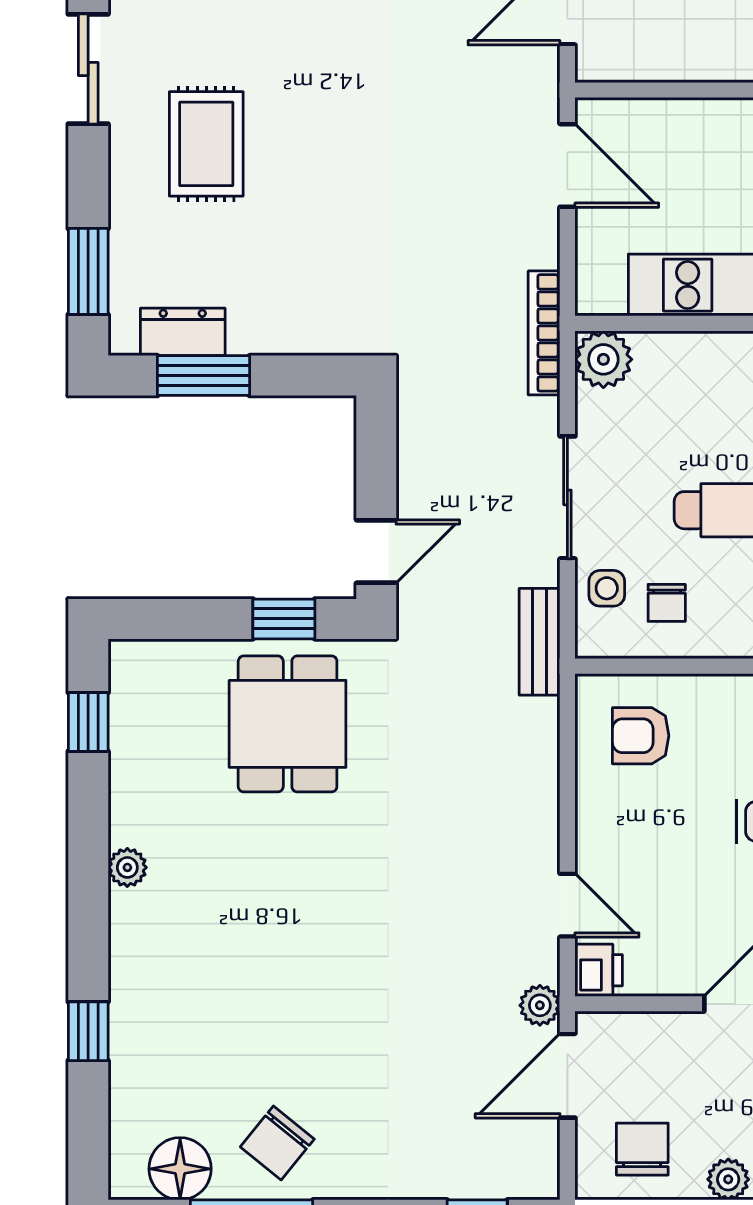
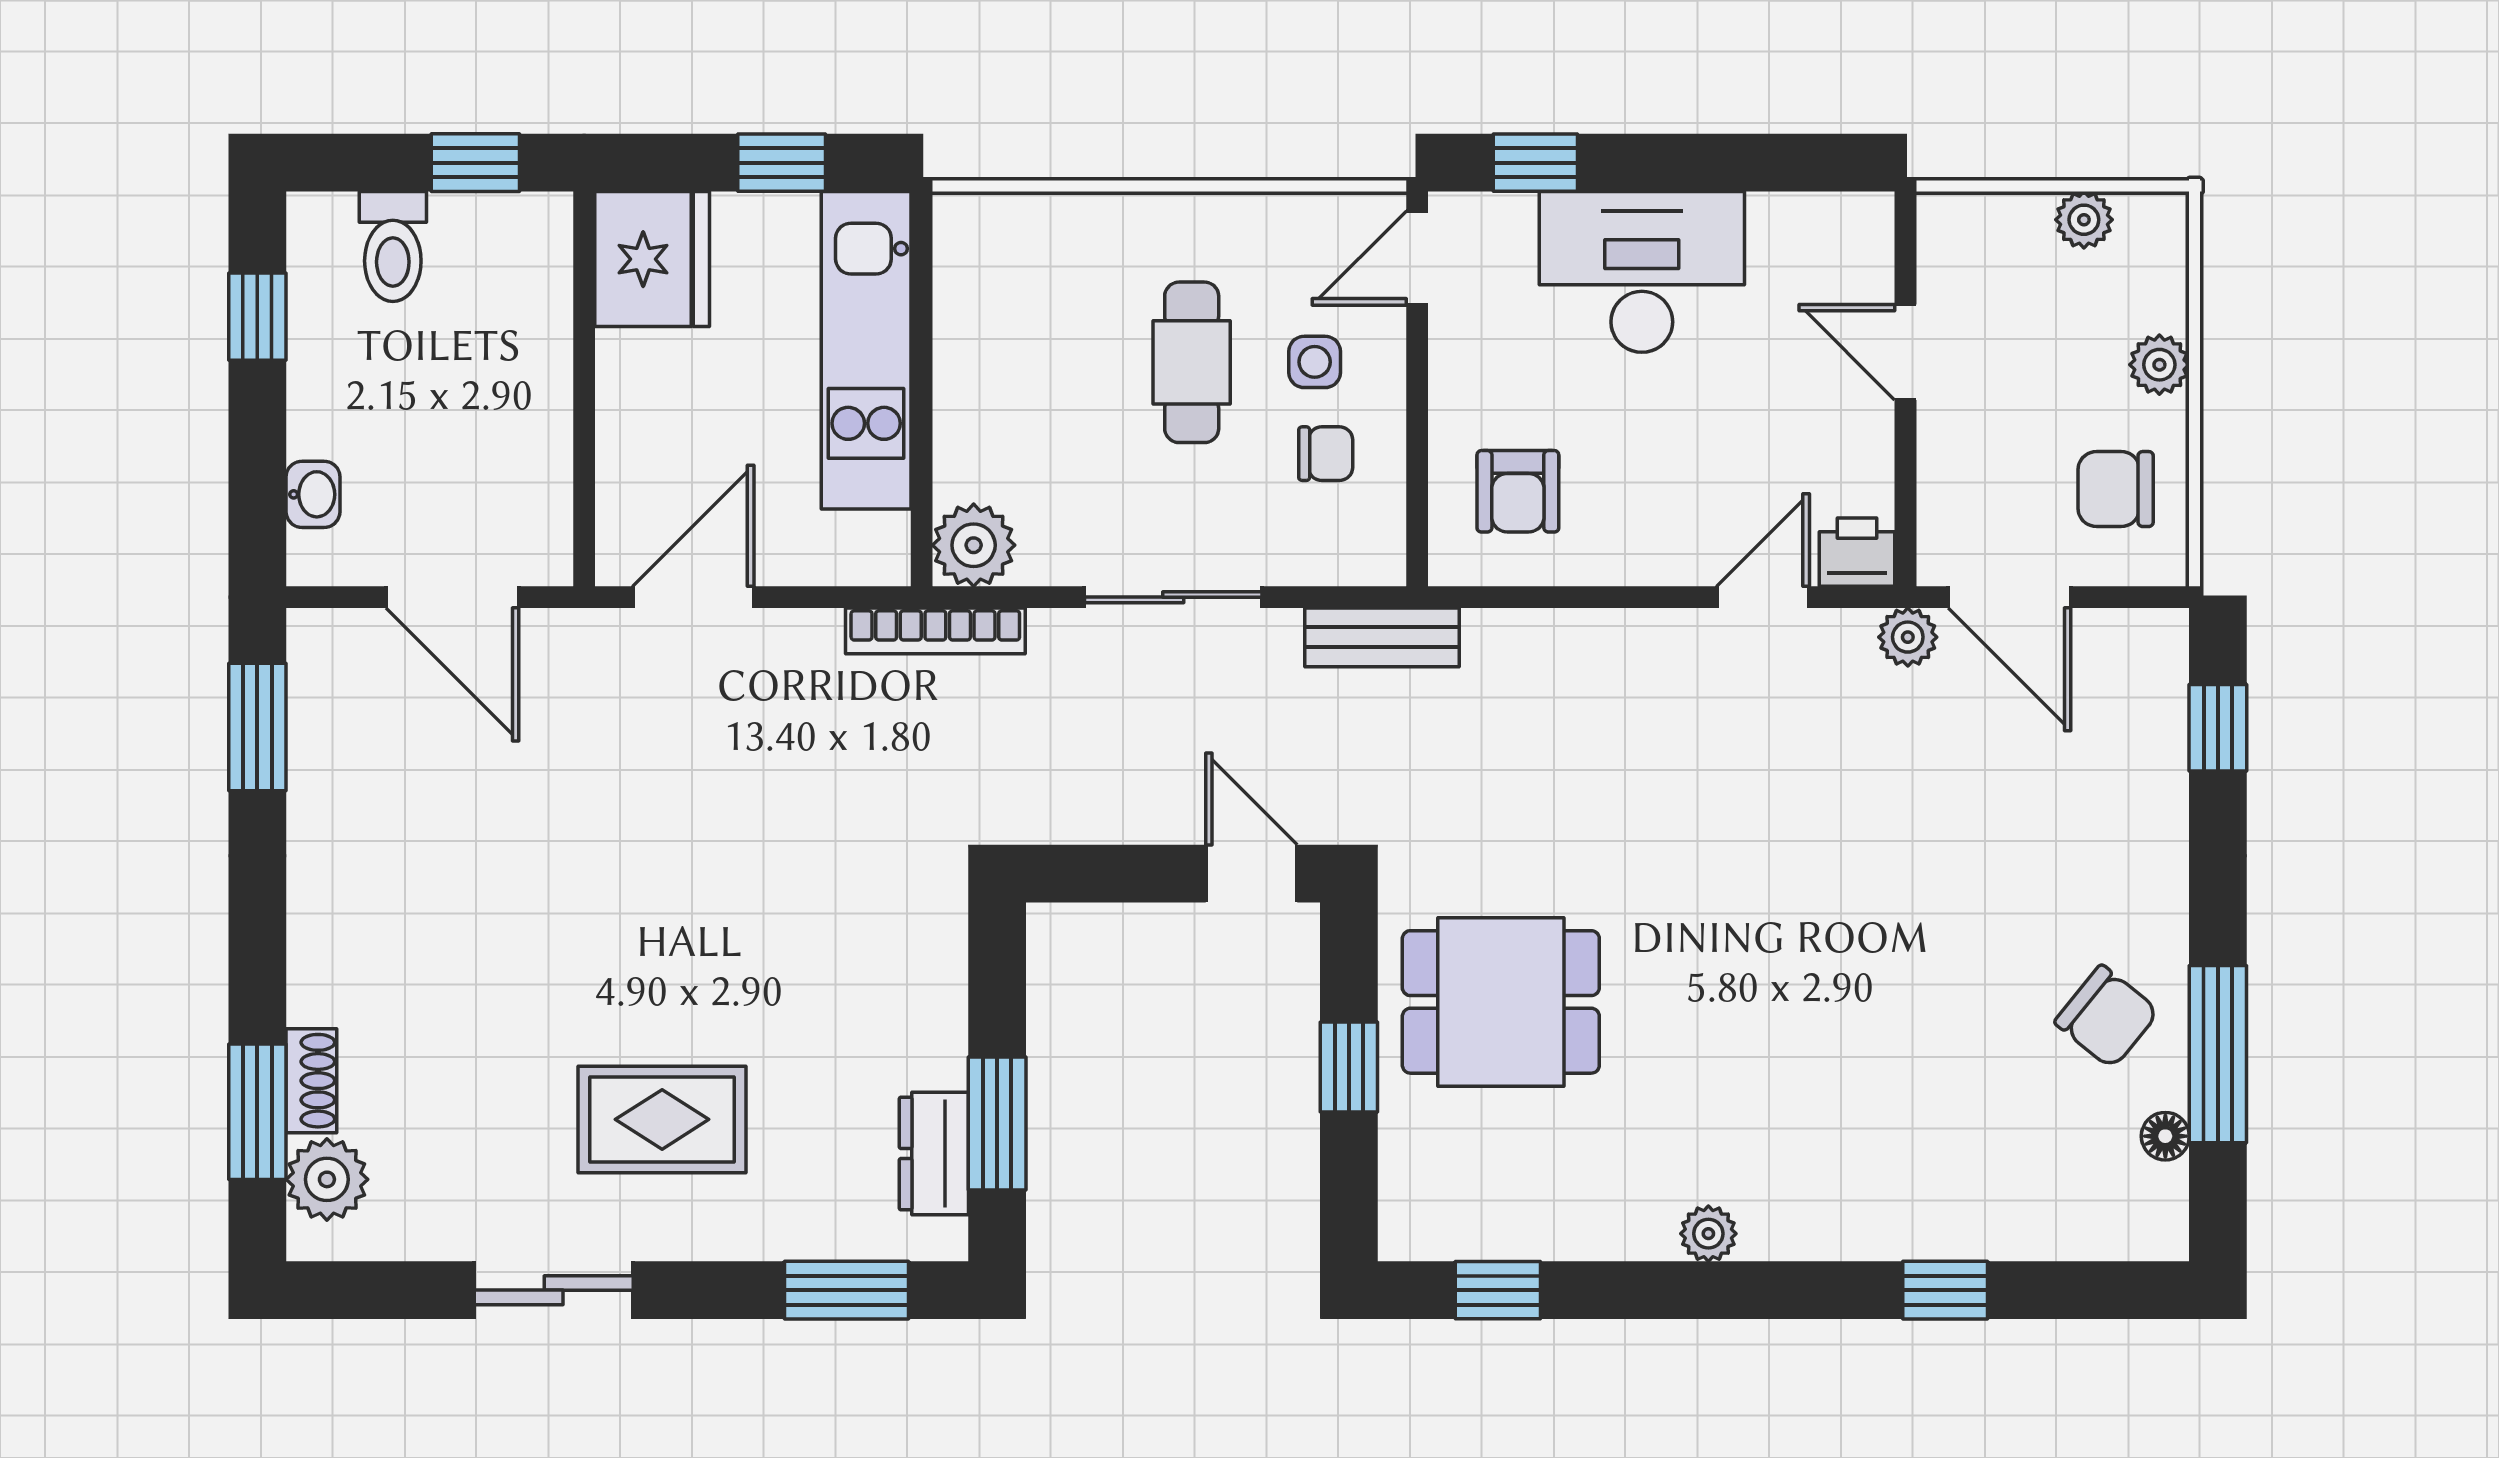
side table: (607, 588) -> (1315, 362), moved
window: (284, 619) -> (1349, 1067), moved
floor lamp: (180, 1169) -> (2165, 1136), width x0.53, depth x0.53

